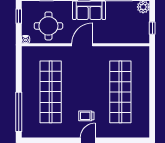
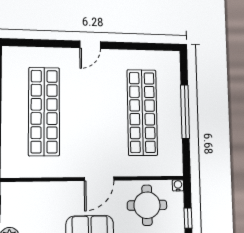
window: (19, 112) -> (185, 112), moved
trolley: (86, 116) -> (92, 78), removed

